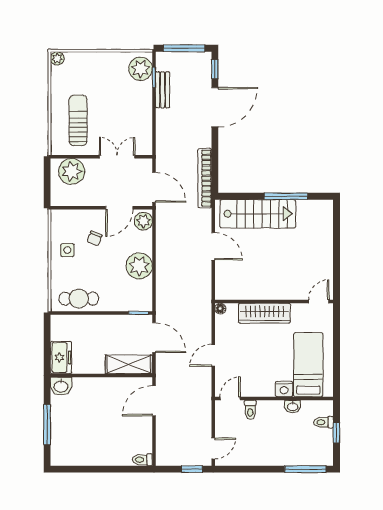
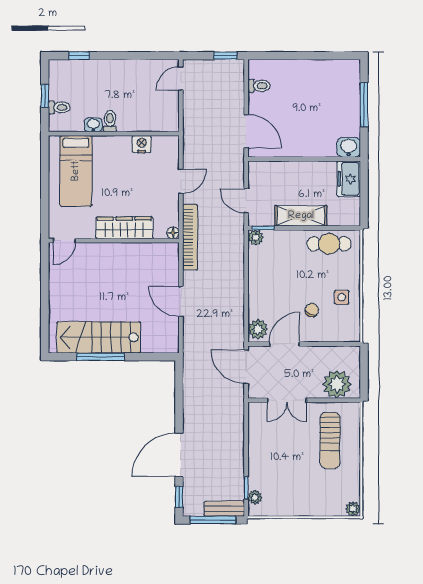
plant: (141, 69) -> (255, 497), width x0.53, depth x0.53
bench: (163, 90) -> (224, 509), moved, turned 90
bookcase: (205, 178) -> (190, 237), moved
stairs: (258, 214) -> (99, 337), moved
plant: (139, 266) -> (256, 237), moved, width x0.53, depth x0.53
door: (154, 338) -> (246, 201), width x0.73
shelving: (129, 364) -> (301, 216), moved
nightstand: (284, 389) -> (142, 144), moved
door: (230, 398) -> (162, 134), removed
door: (154, 401) -> (246, 131), hinge flipped
toilet: (250, 410) -> (110, 121), moved
toilet: (142, 460) -> (259, 86), moved
window: (192, 469) -> (225, 56), moved
window: (305, 469) -> (79, 56), width x0.46

